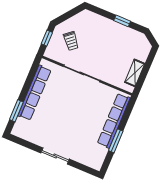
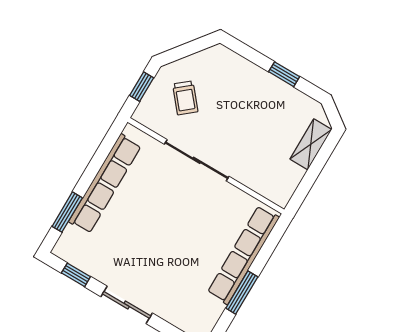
shelving: (135, 73) -> (311, 144), moved
window: (26, 144) -> (76, 275), added

